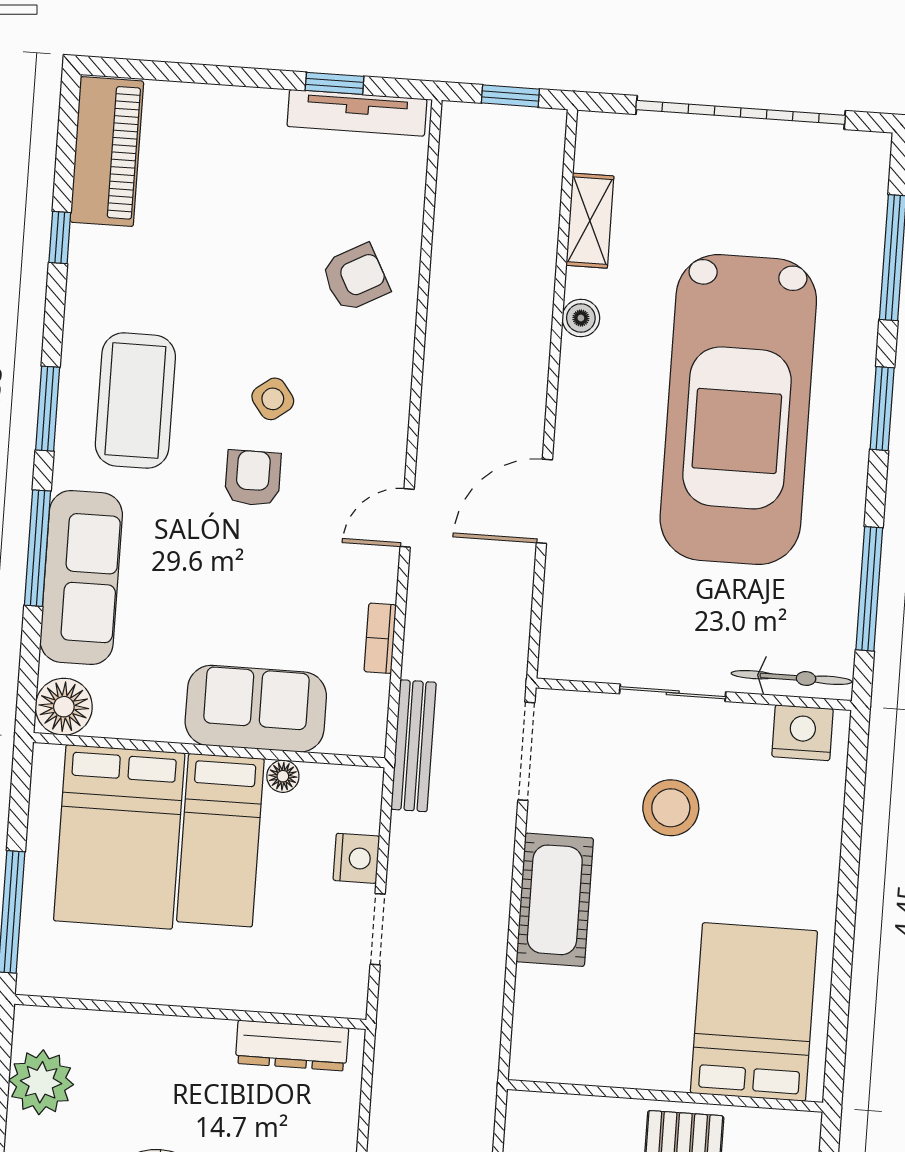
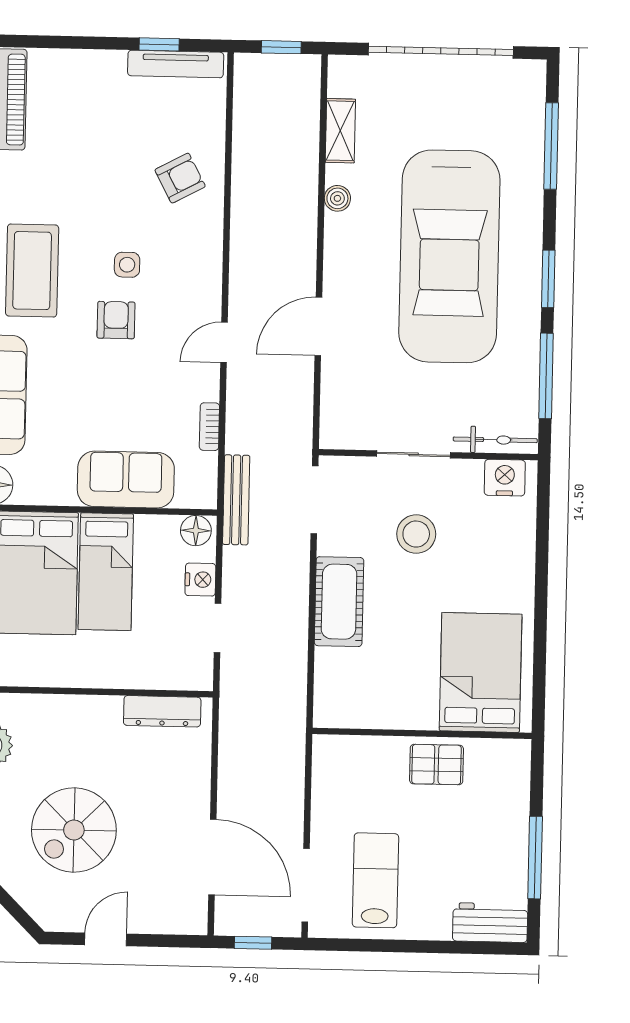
side table: (273, 399) -> (127, 265), turned 37
window: (882, 409) -> (548, 279), moved
floor lamp: (283, 776) -> (196, 531), moved, width x1.37, depth x1.37

